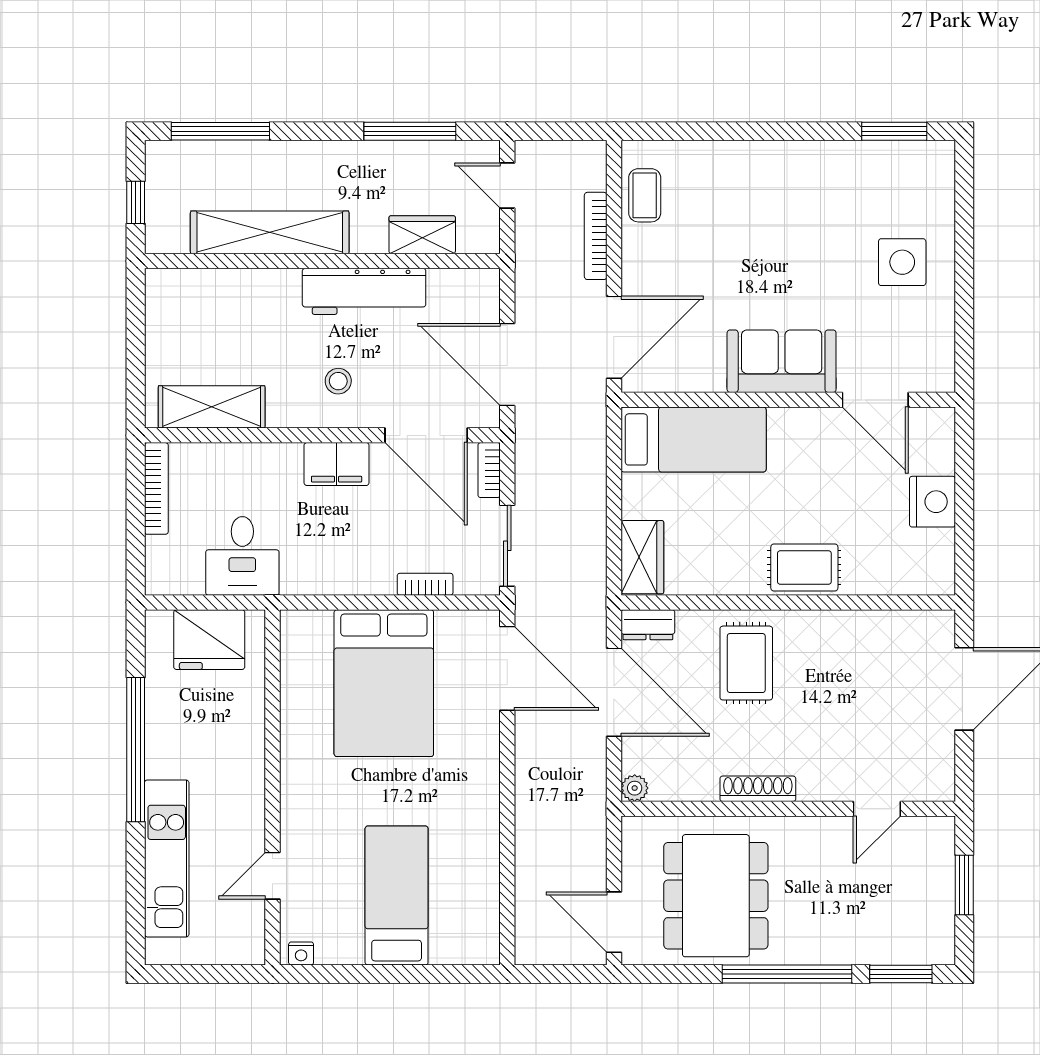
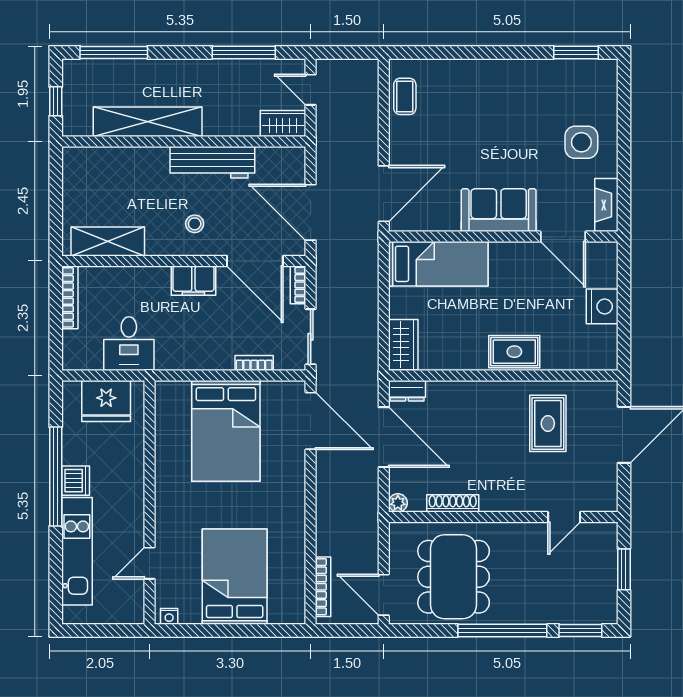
wardrobe: (422, 235) -> (283, 123), moved
bookcase: (596, 236) -> (323, 587), moved, turned 180
fireplace: (939, 354) -> (606, 205), added
rug: (746, 663) -> (548, 423), moved
dishwasher: (165, 755) -> (76, 481), added
shoe rack: (758, 789) -> (453, 503), moved
bed: (397, 896) -> (235, 577), width x1.50

